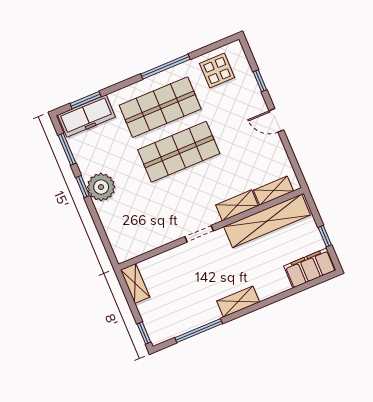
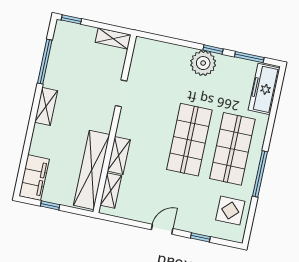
window: (86, 100) -> (276, 97), removed
doorway: (199, 234) -> (121, 93), moved

